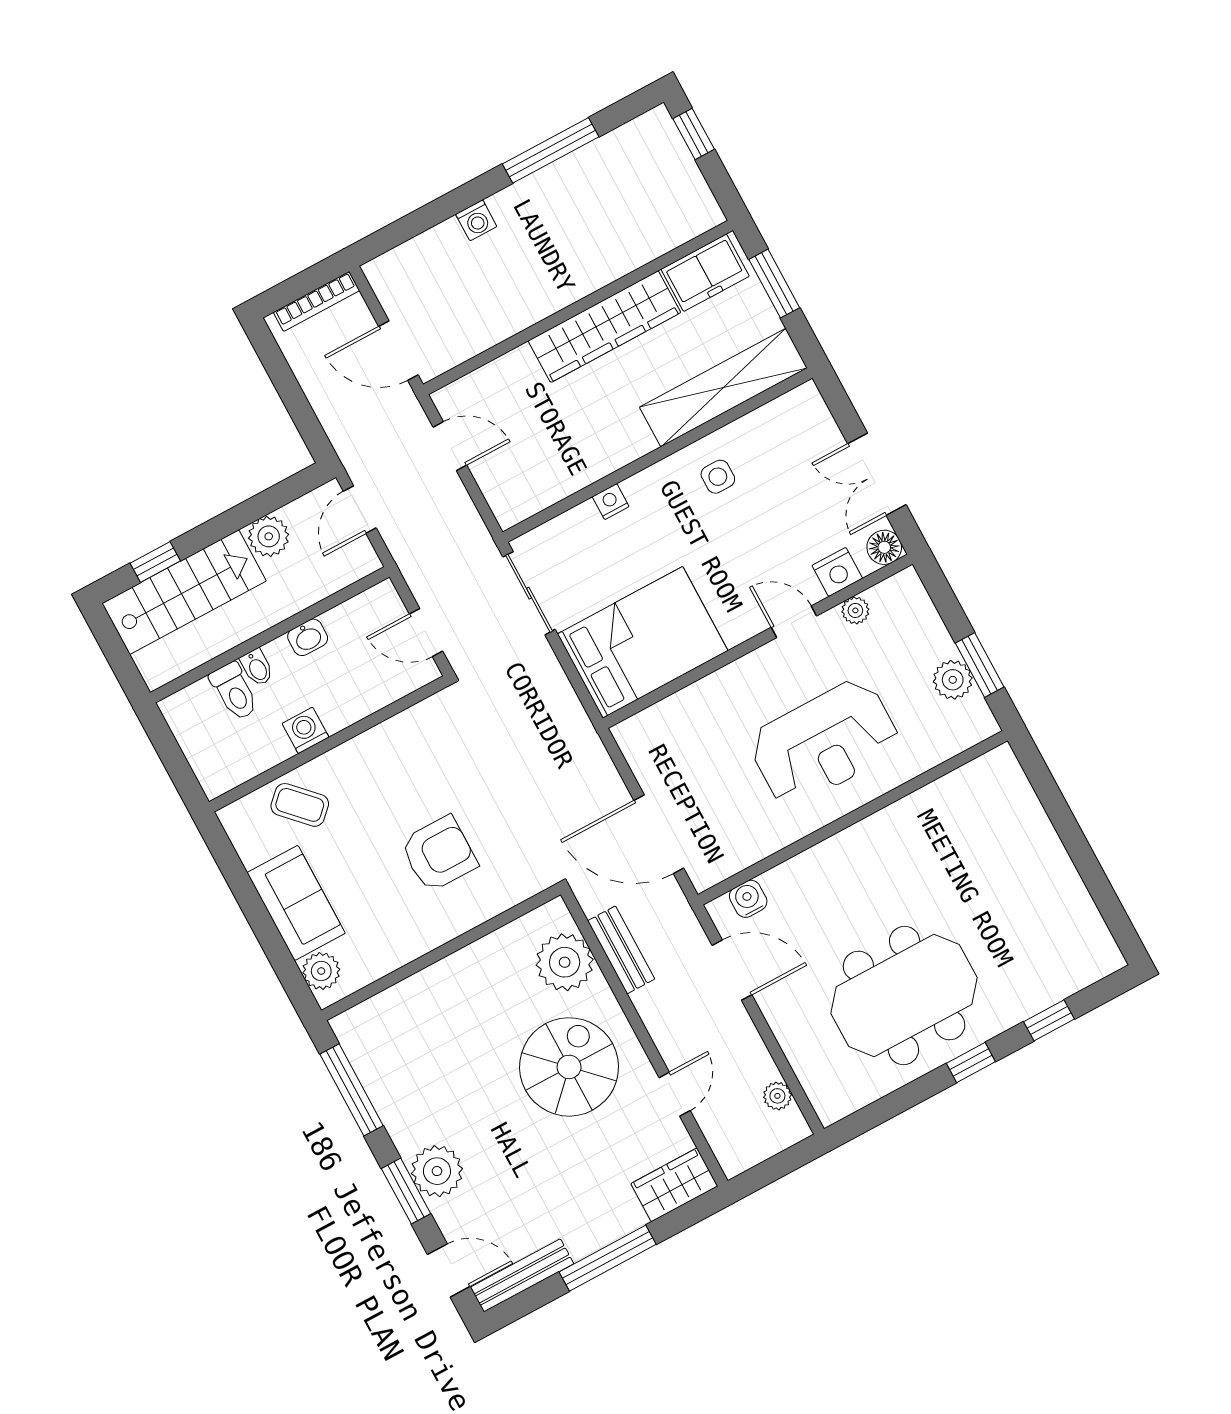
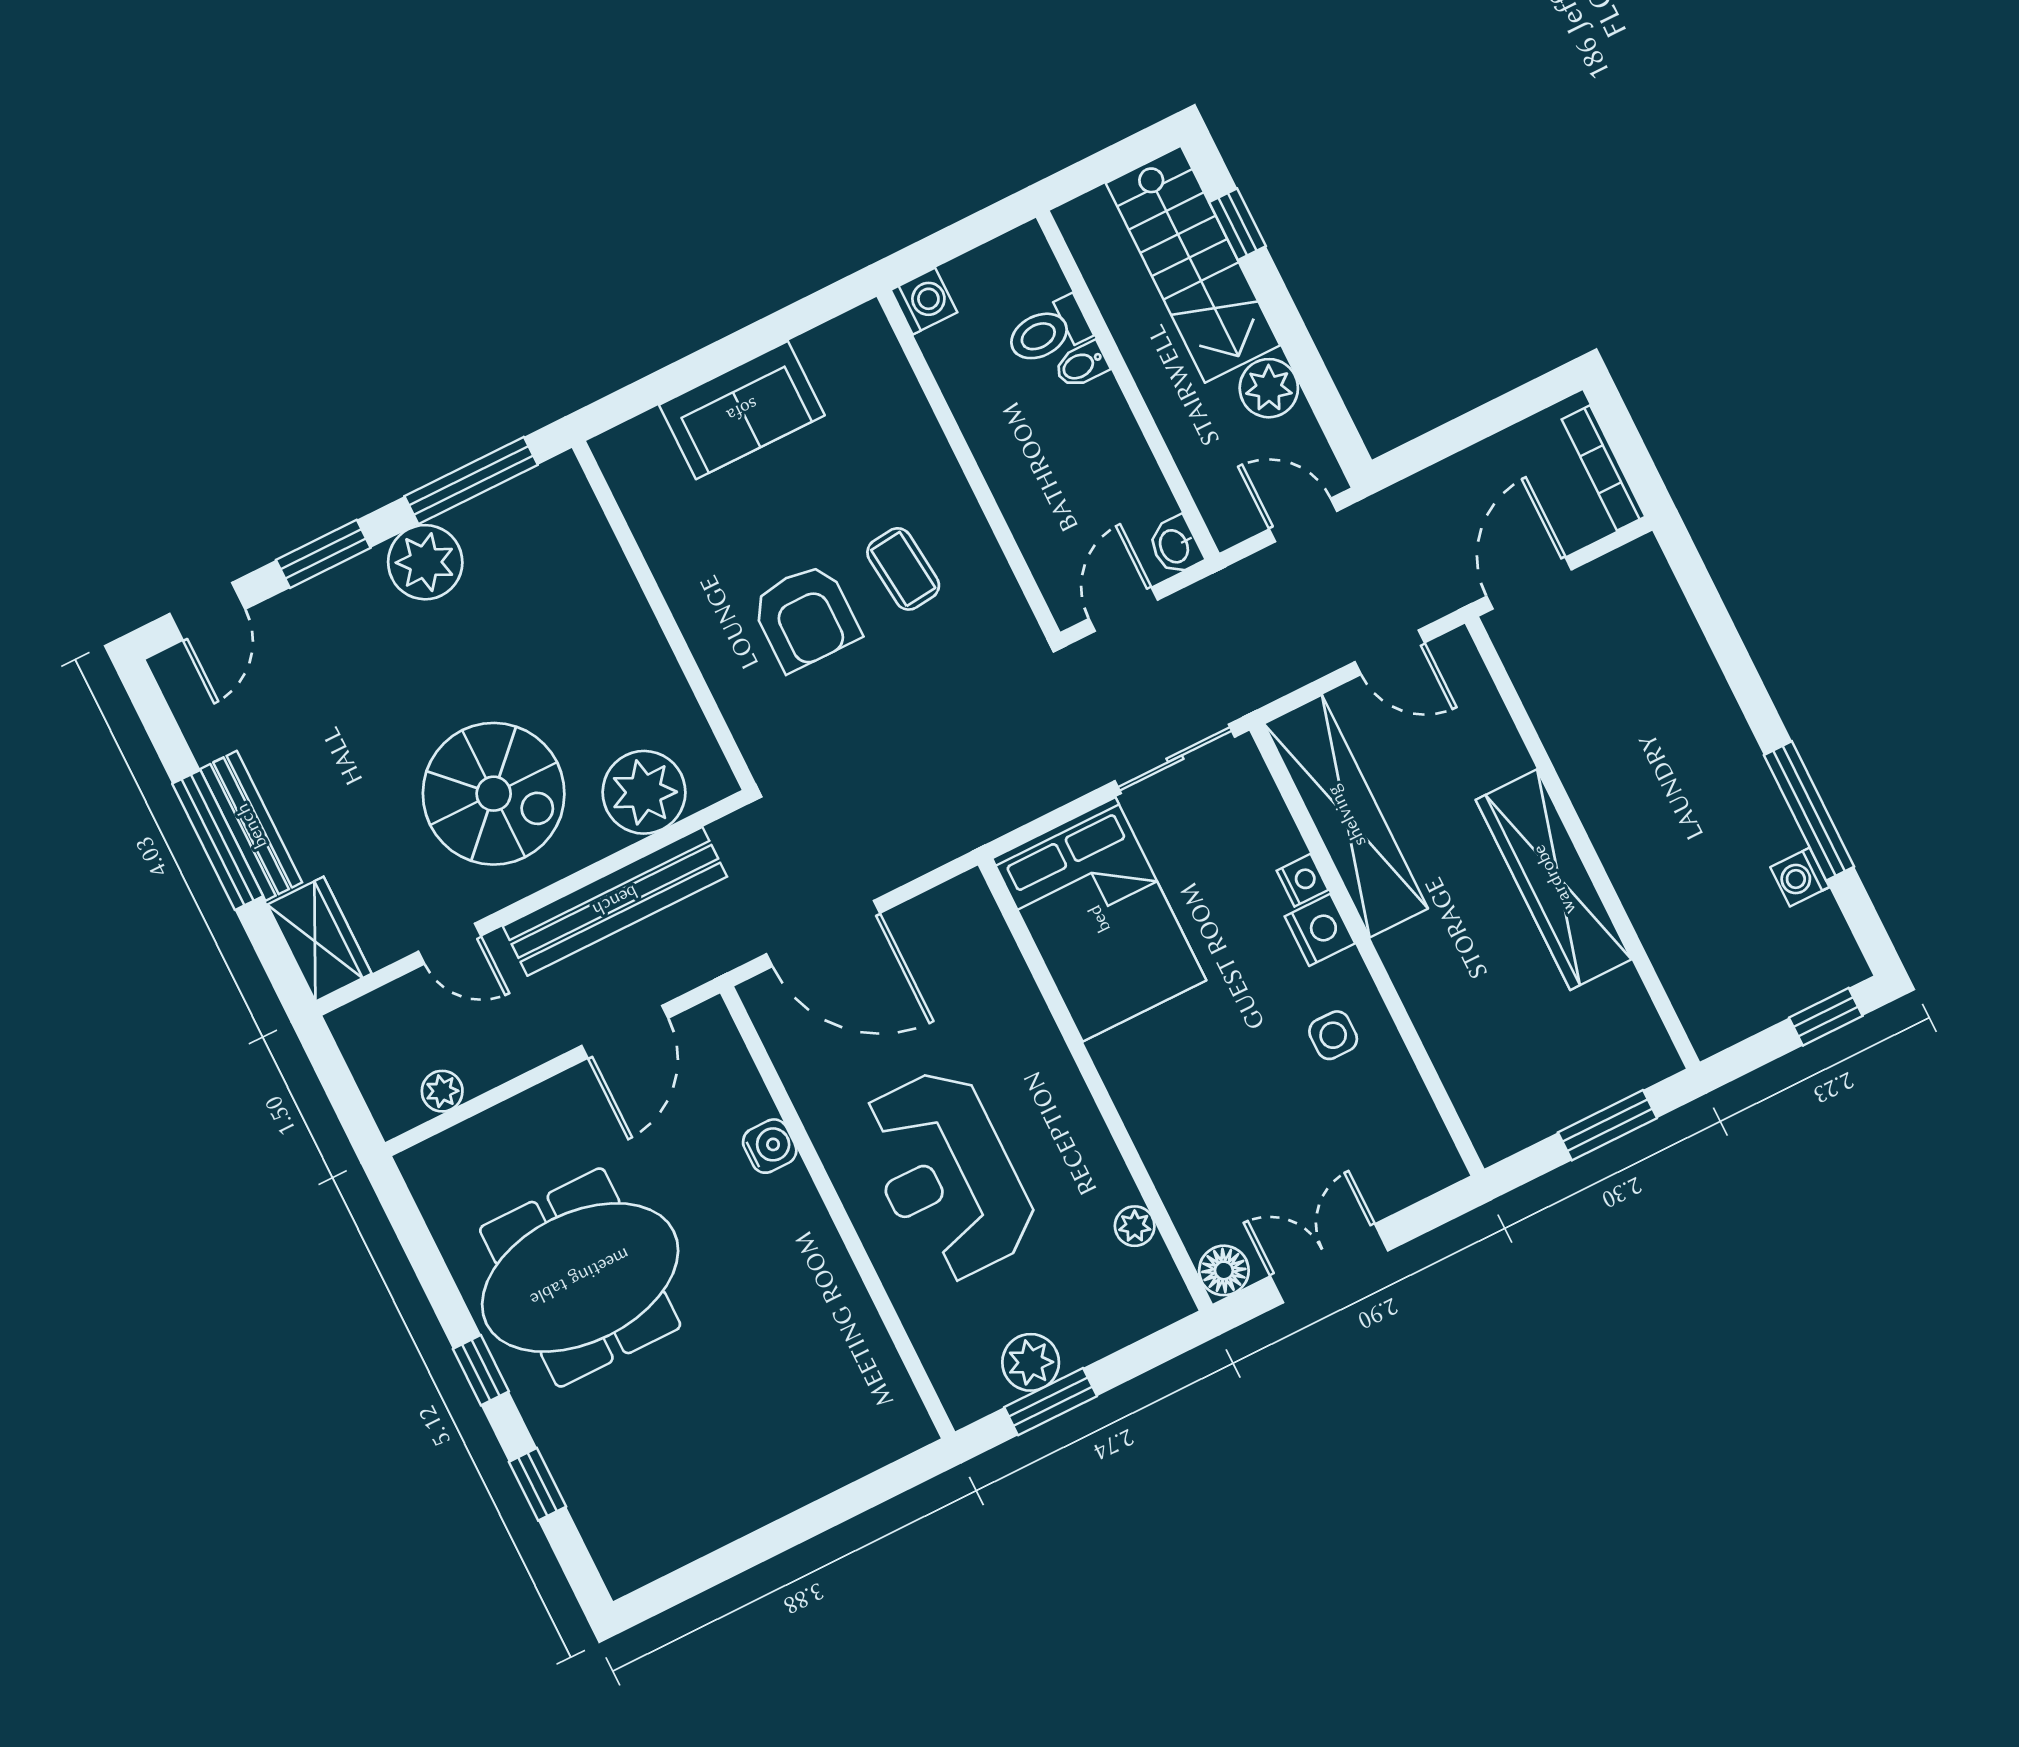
washing machine: (476, 220) -> (1800, 877), moved
freezer: (705, 273) -> (1626, 1027), removed
shelving: (723, 388) -> (1346, 816), moved
door: (450, 446) -> (1390, 652), hinge flipped
nightstand: (837, 572) -> (1320, 930), moved, turned 180
door: (794, 622) -> (1121, 1137), removed
washbasin: (308, 637) -> (1175, 546), moved
washing machine: (305, 730) -> (924, 301), moved
coffee table: (300, 805) -> (903, 569), moved, turned -52
door: (659, 834) -> (823, 933), swing flipped
water cooler: (748, 899) -> (770, 1146), moved
bench: (621, 950) -> (615, 901), width x1.86, depth x1.21
plant: (321, 971) -> (643, 443), removed
meeting table: (904, 996) -> (580, 1277), turned 90
plant: (437, 1171) -> (425, 562), moved
bench: (522, 1275) -> (251, 826), moved

